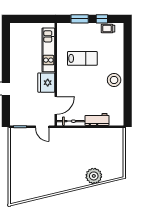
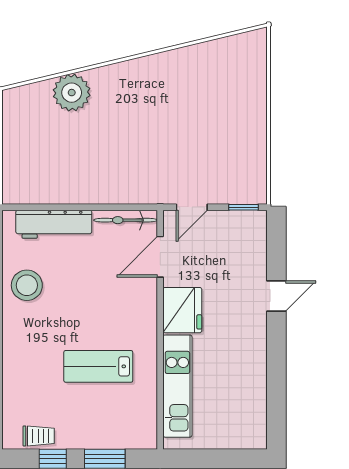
stool: (114, 80) -> (27, 285), moved
workbench: (97, 119) -> (54, 224), width x1.38
door: (42, 127) -> (192, 207), swing flipped

